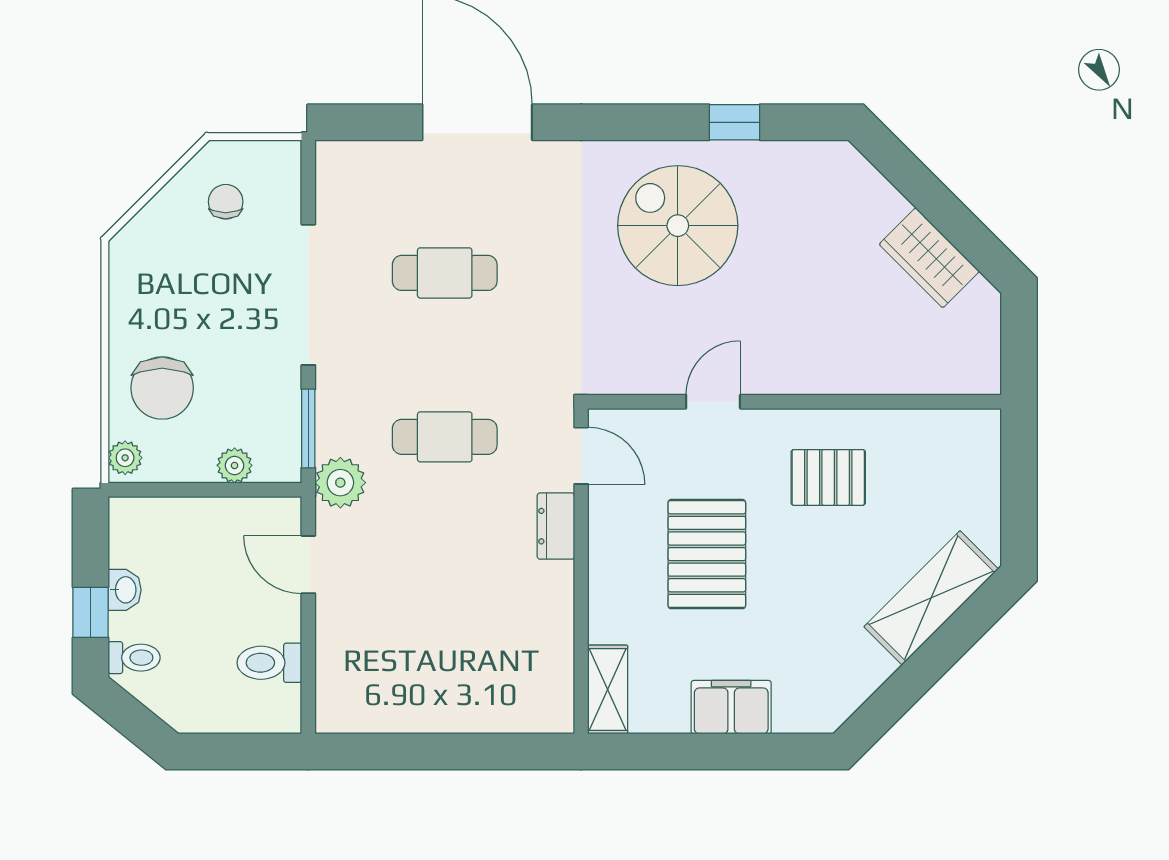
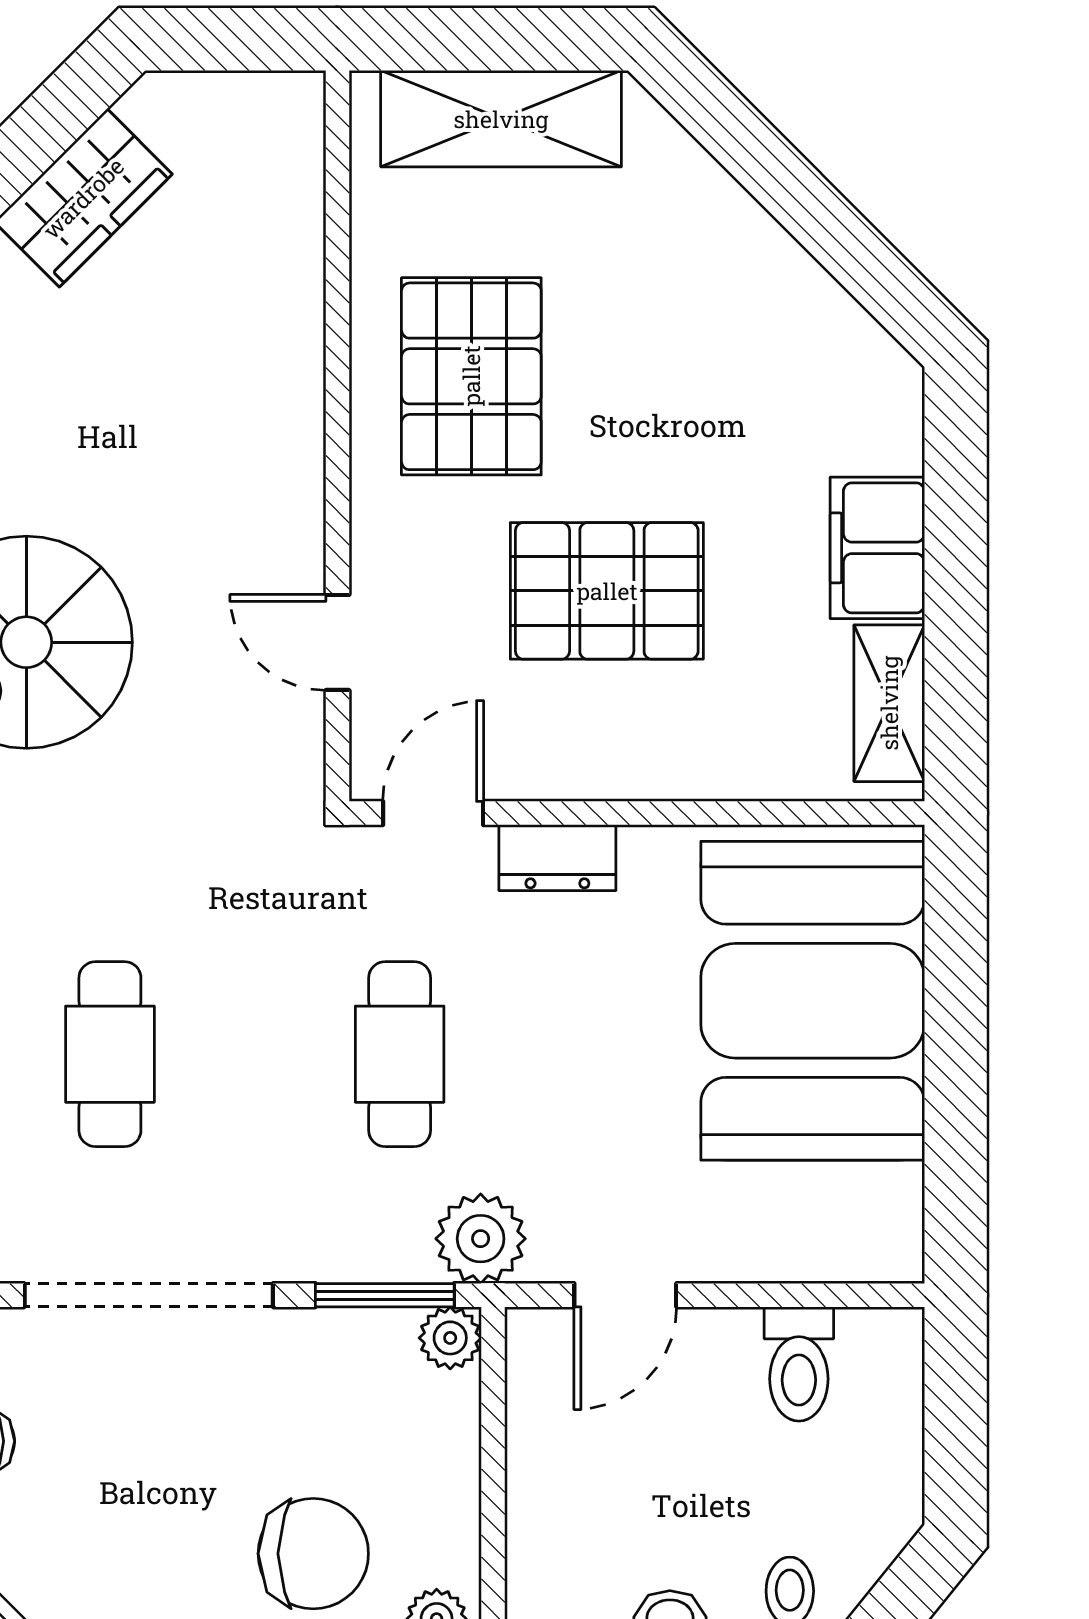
door: (713, 402) -> (337, 642), moved
plant: (235, 465) -> (450, 1338), moved
pallet: (828, 477) -> (471, 376), width x1.50, depth x1.42
shelving: (931, 598) -> (501, 119), moved, turned -45
booth: (475, 671) -> (813, 1001), added
shelving: (608, 690) -> (889, 703), moved, turned 90

